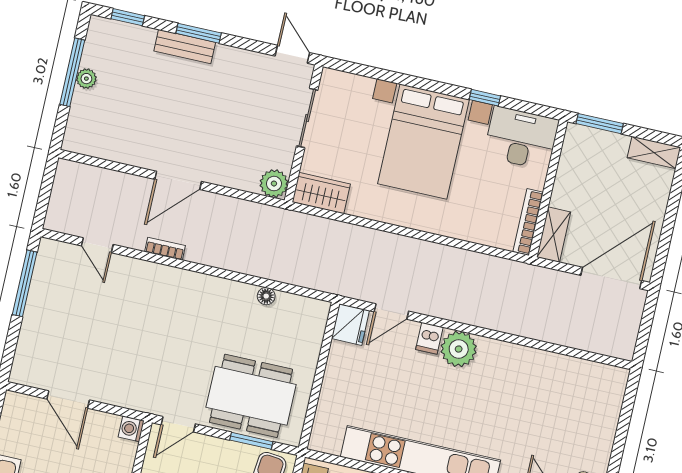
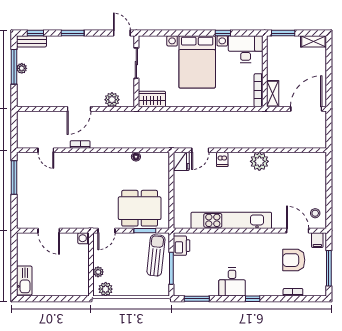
bench: (185, 47) -> (31, 41), moved
plant: (274, 184) -> (112, 100), moved
plant: (459, 349) -> (259, 161), moved

